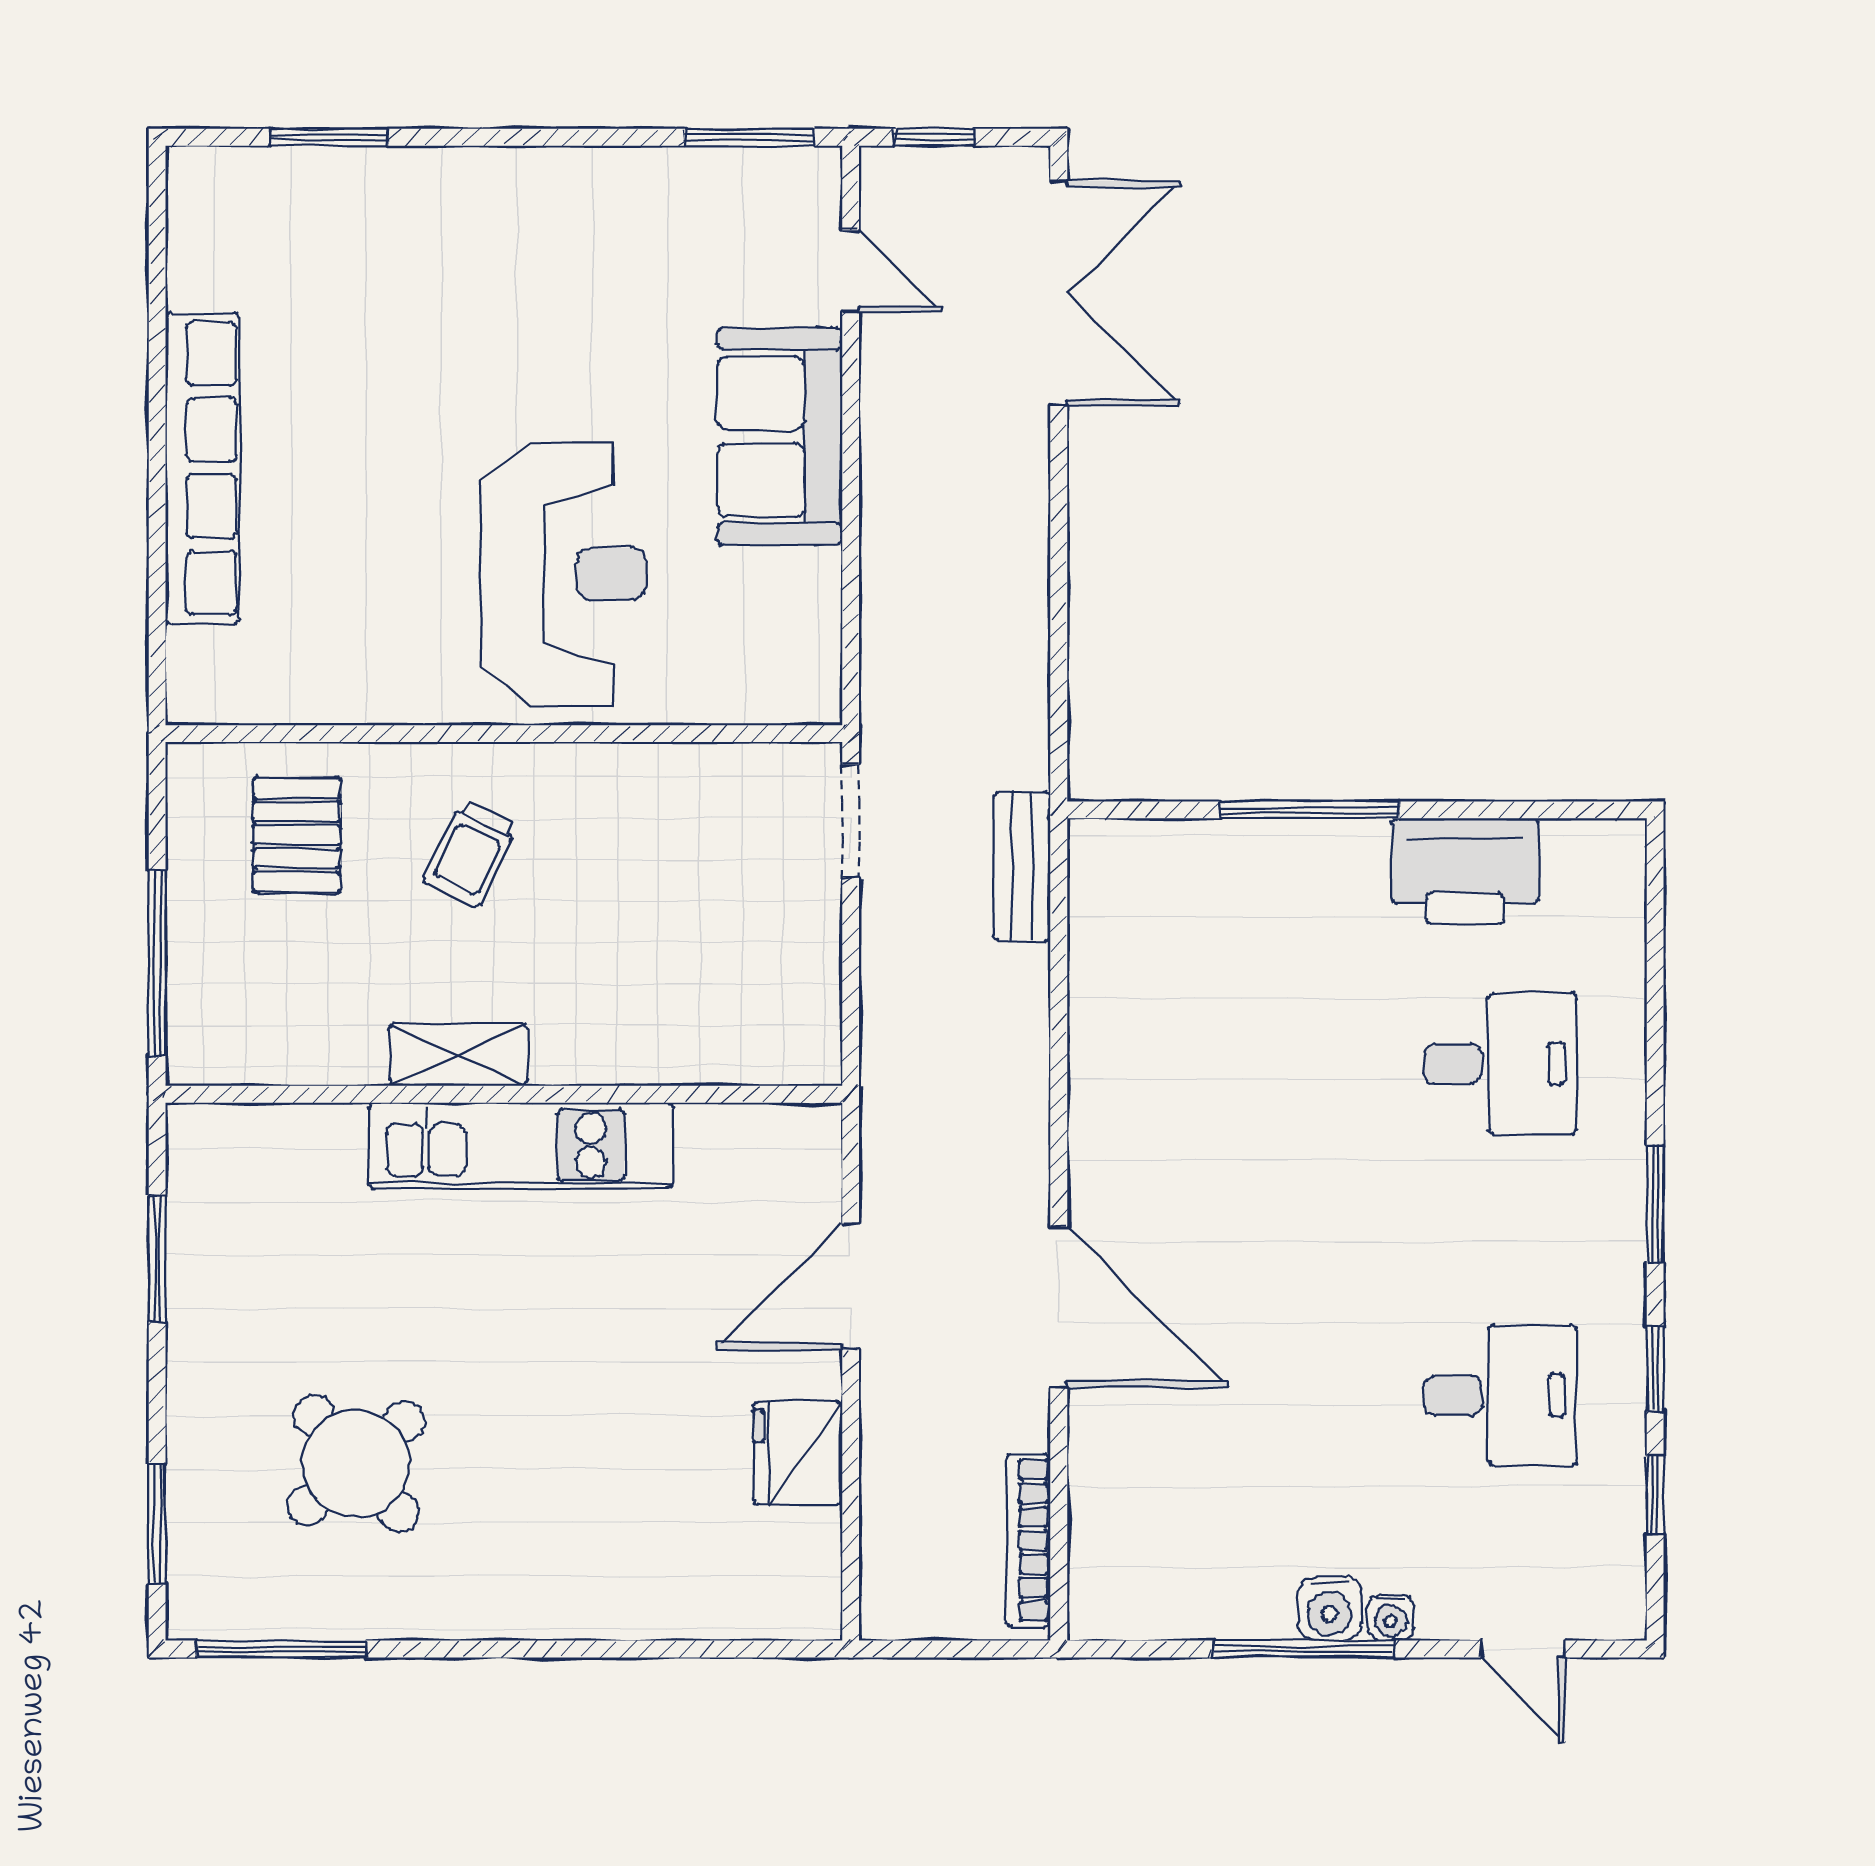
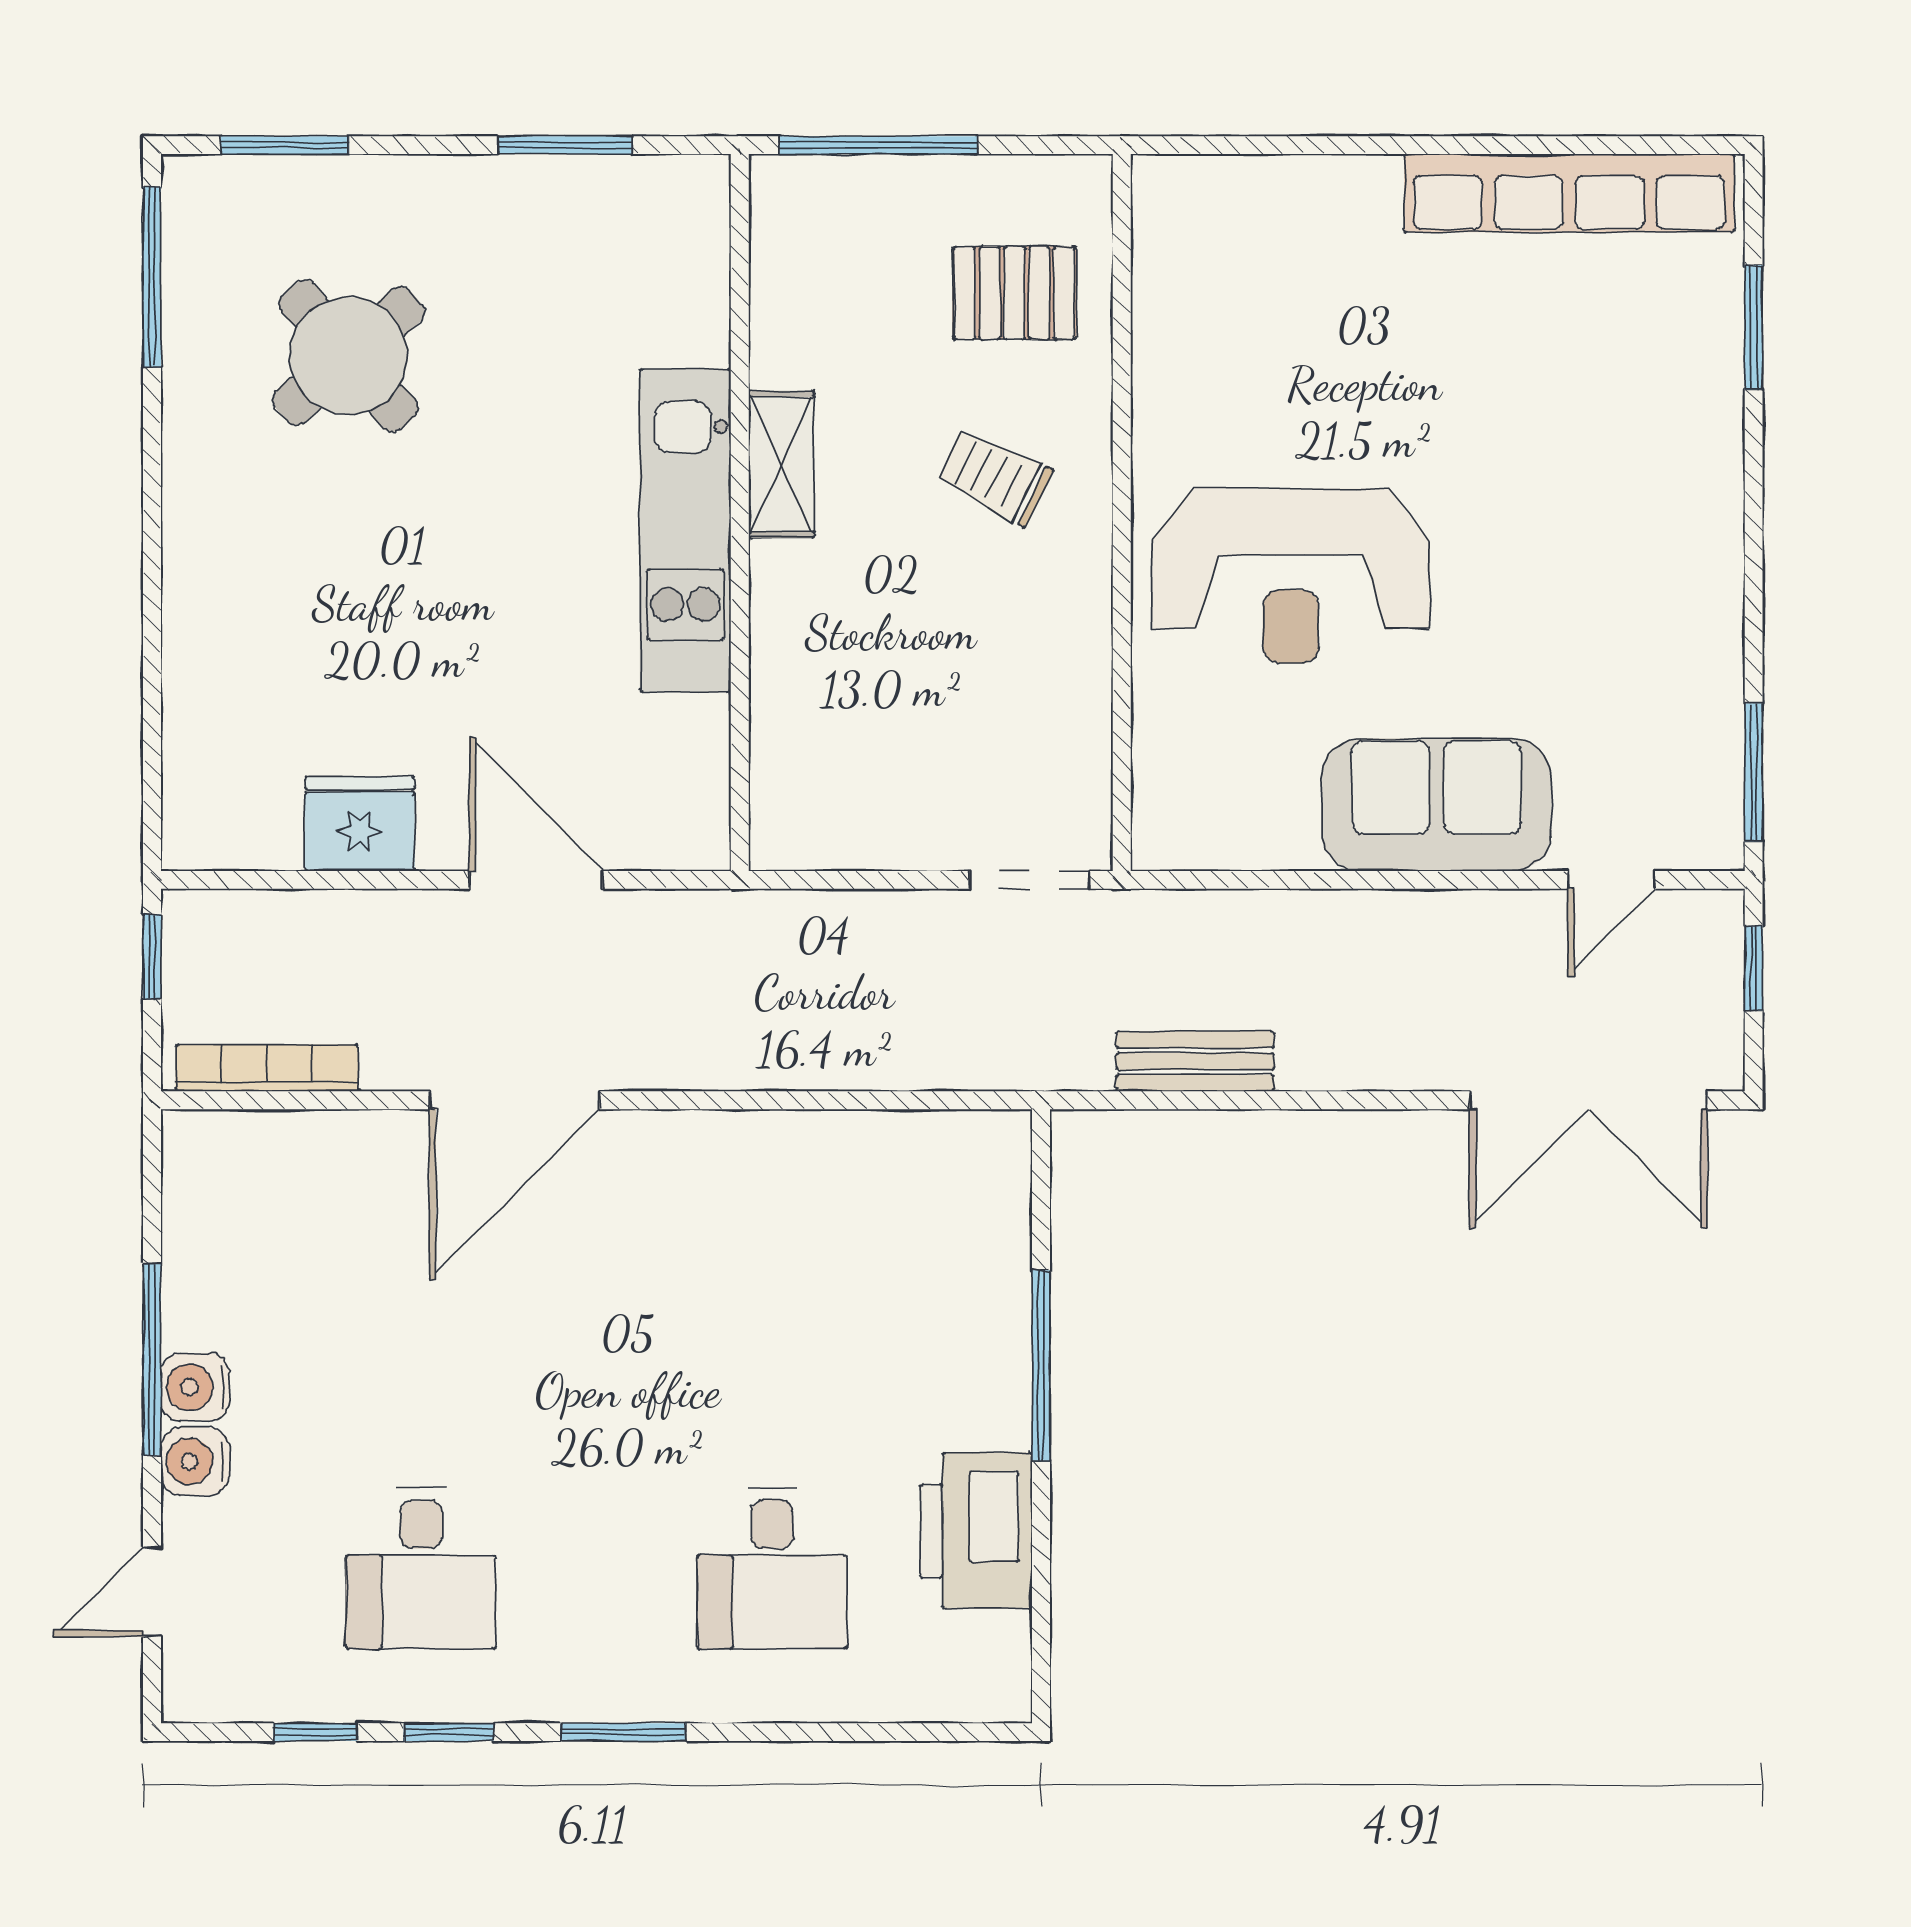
row of seats: (202, 468) -> (1569, 193), moved
bench: (1022, 866) -> (1195, 1061), moved
water cooler: (1391, 1617) -> (195, 1461), width x1.38, depth x1.38
window: (923, 1649) -> (152, 957), added

